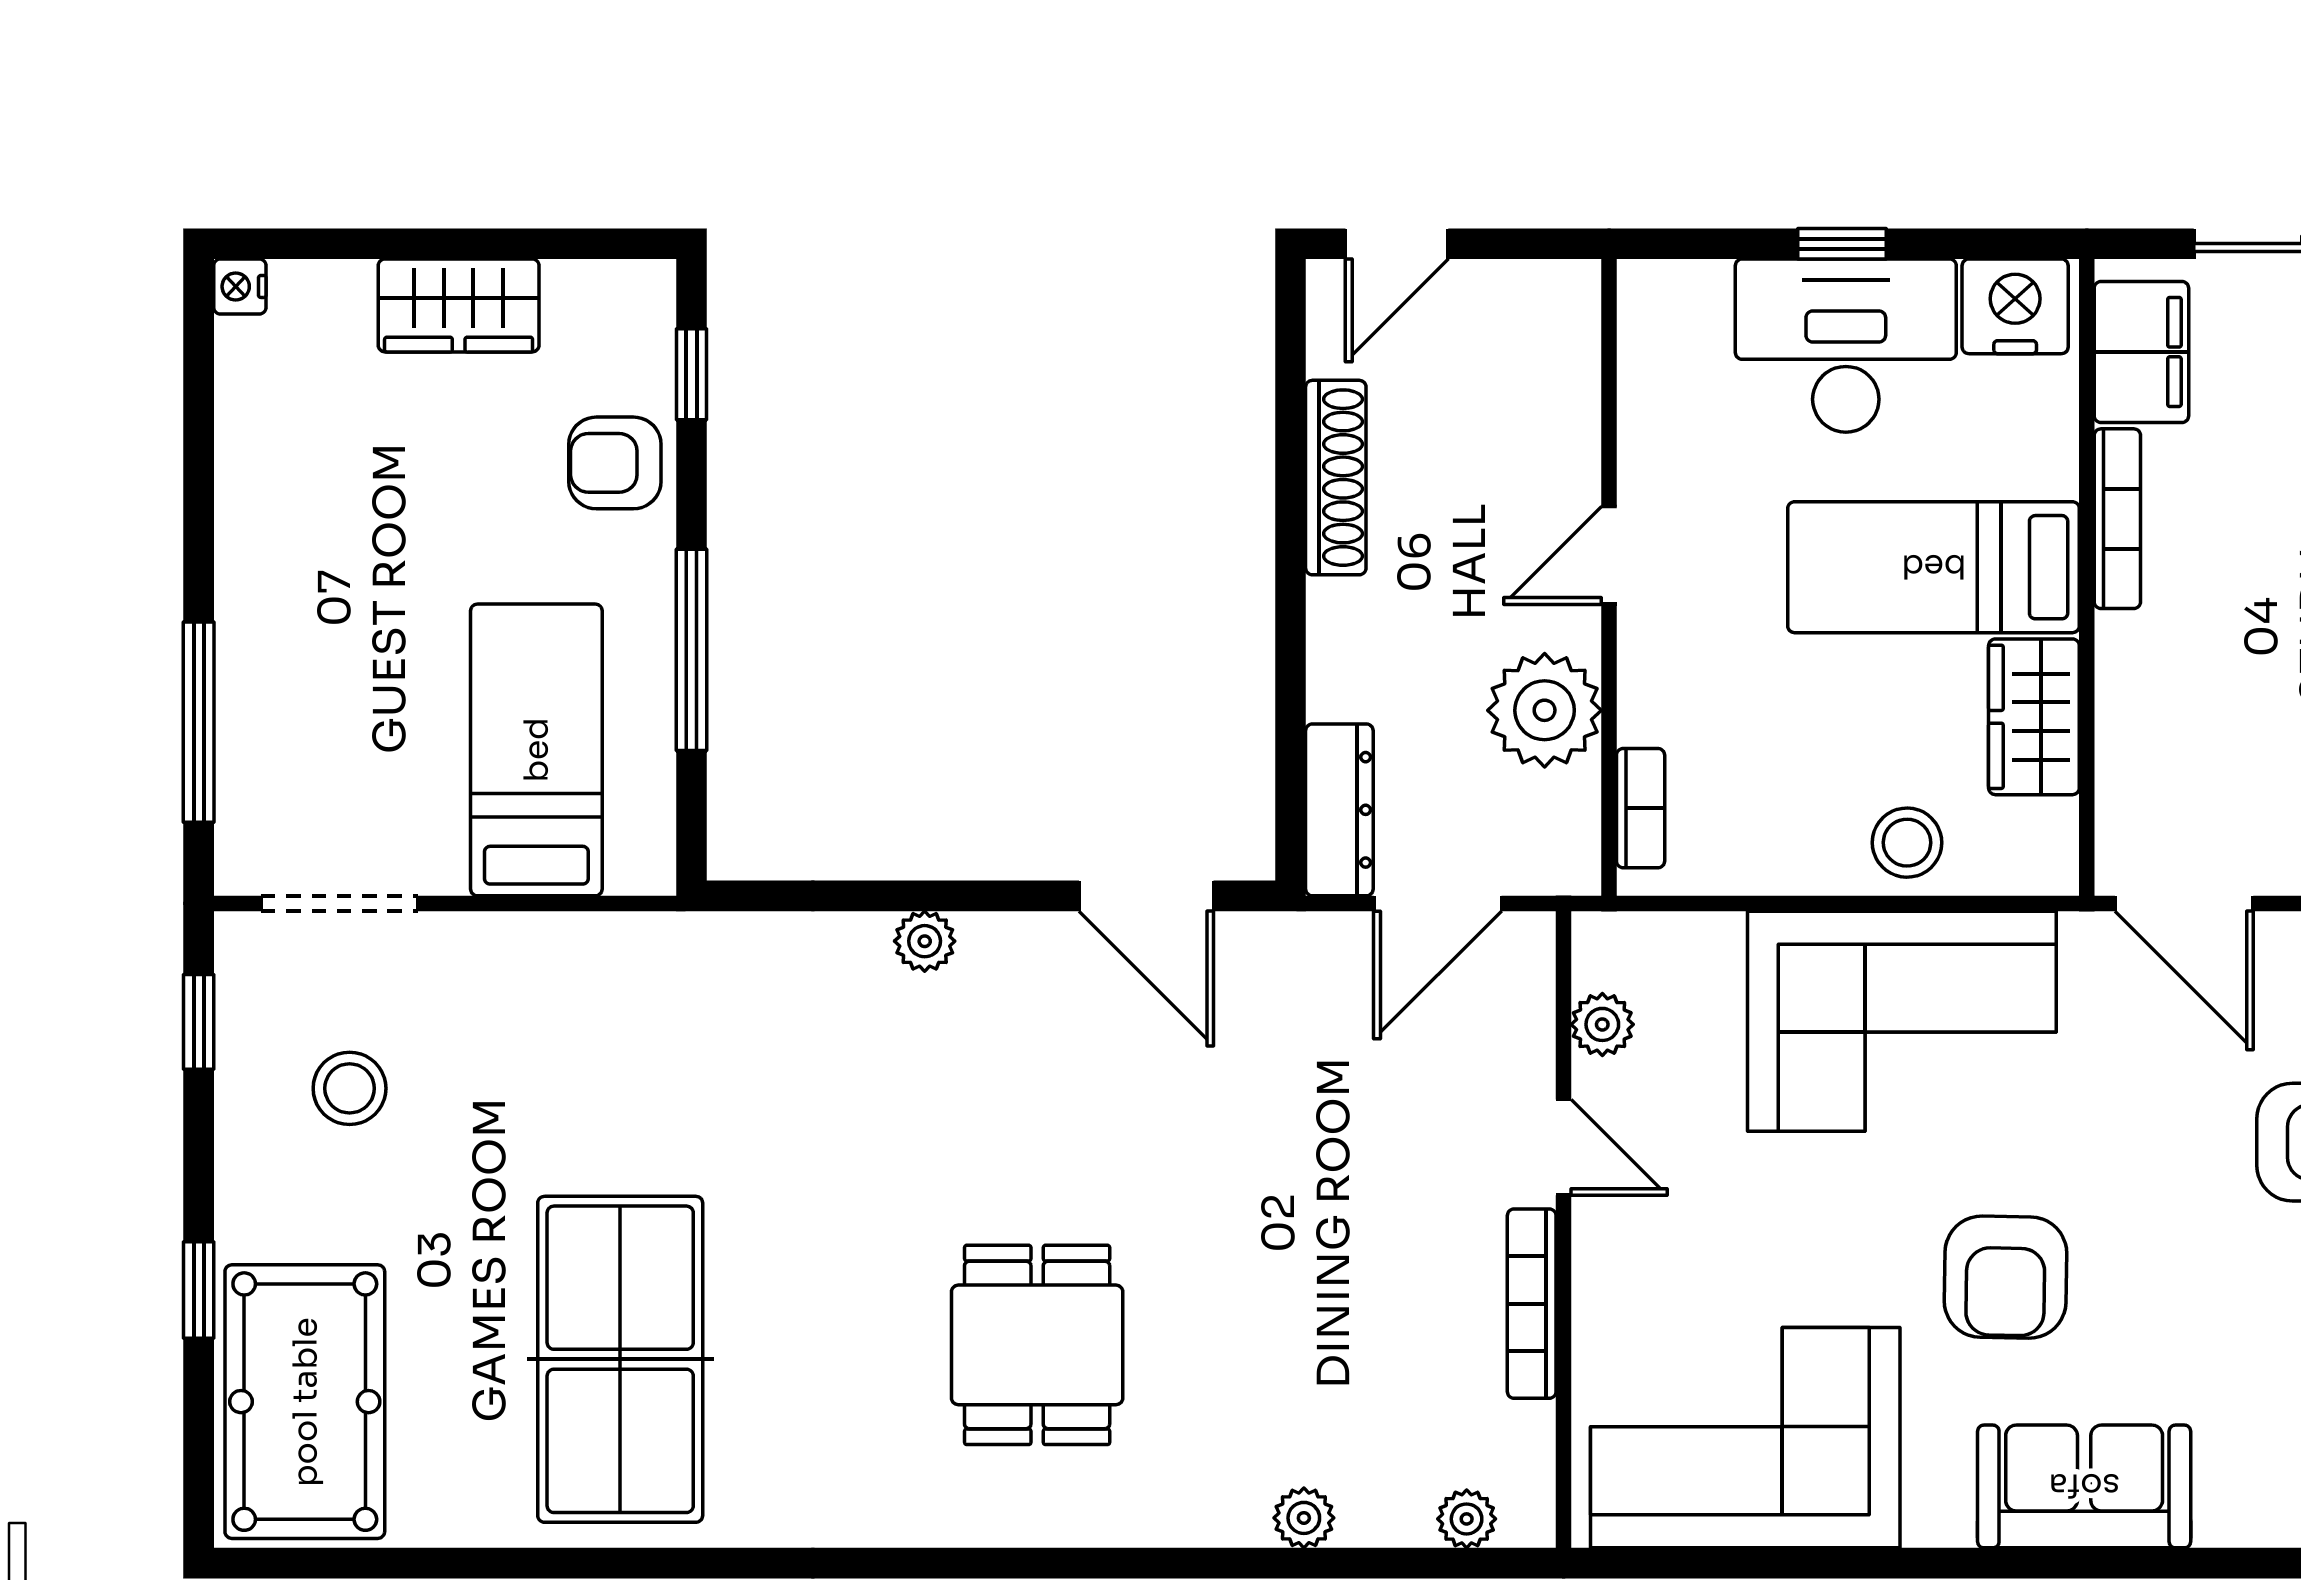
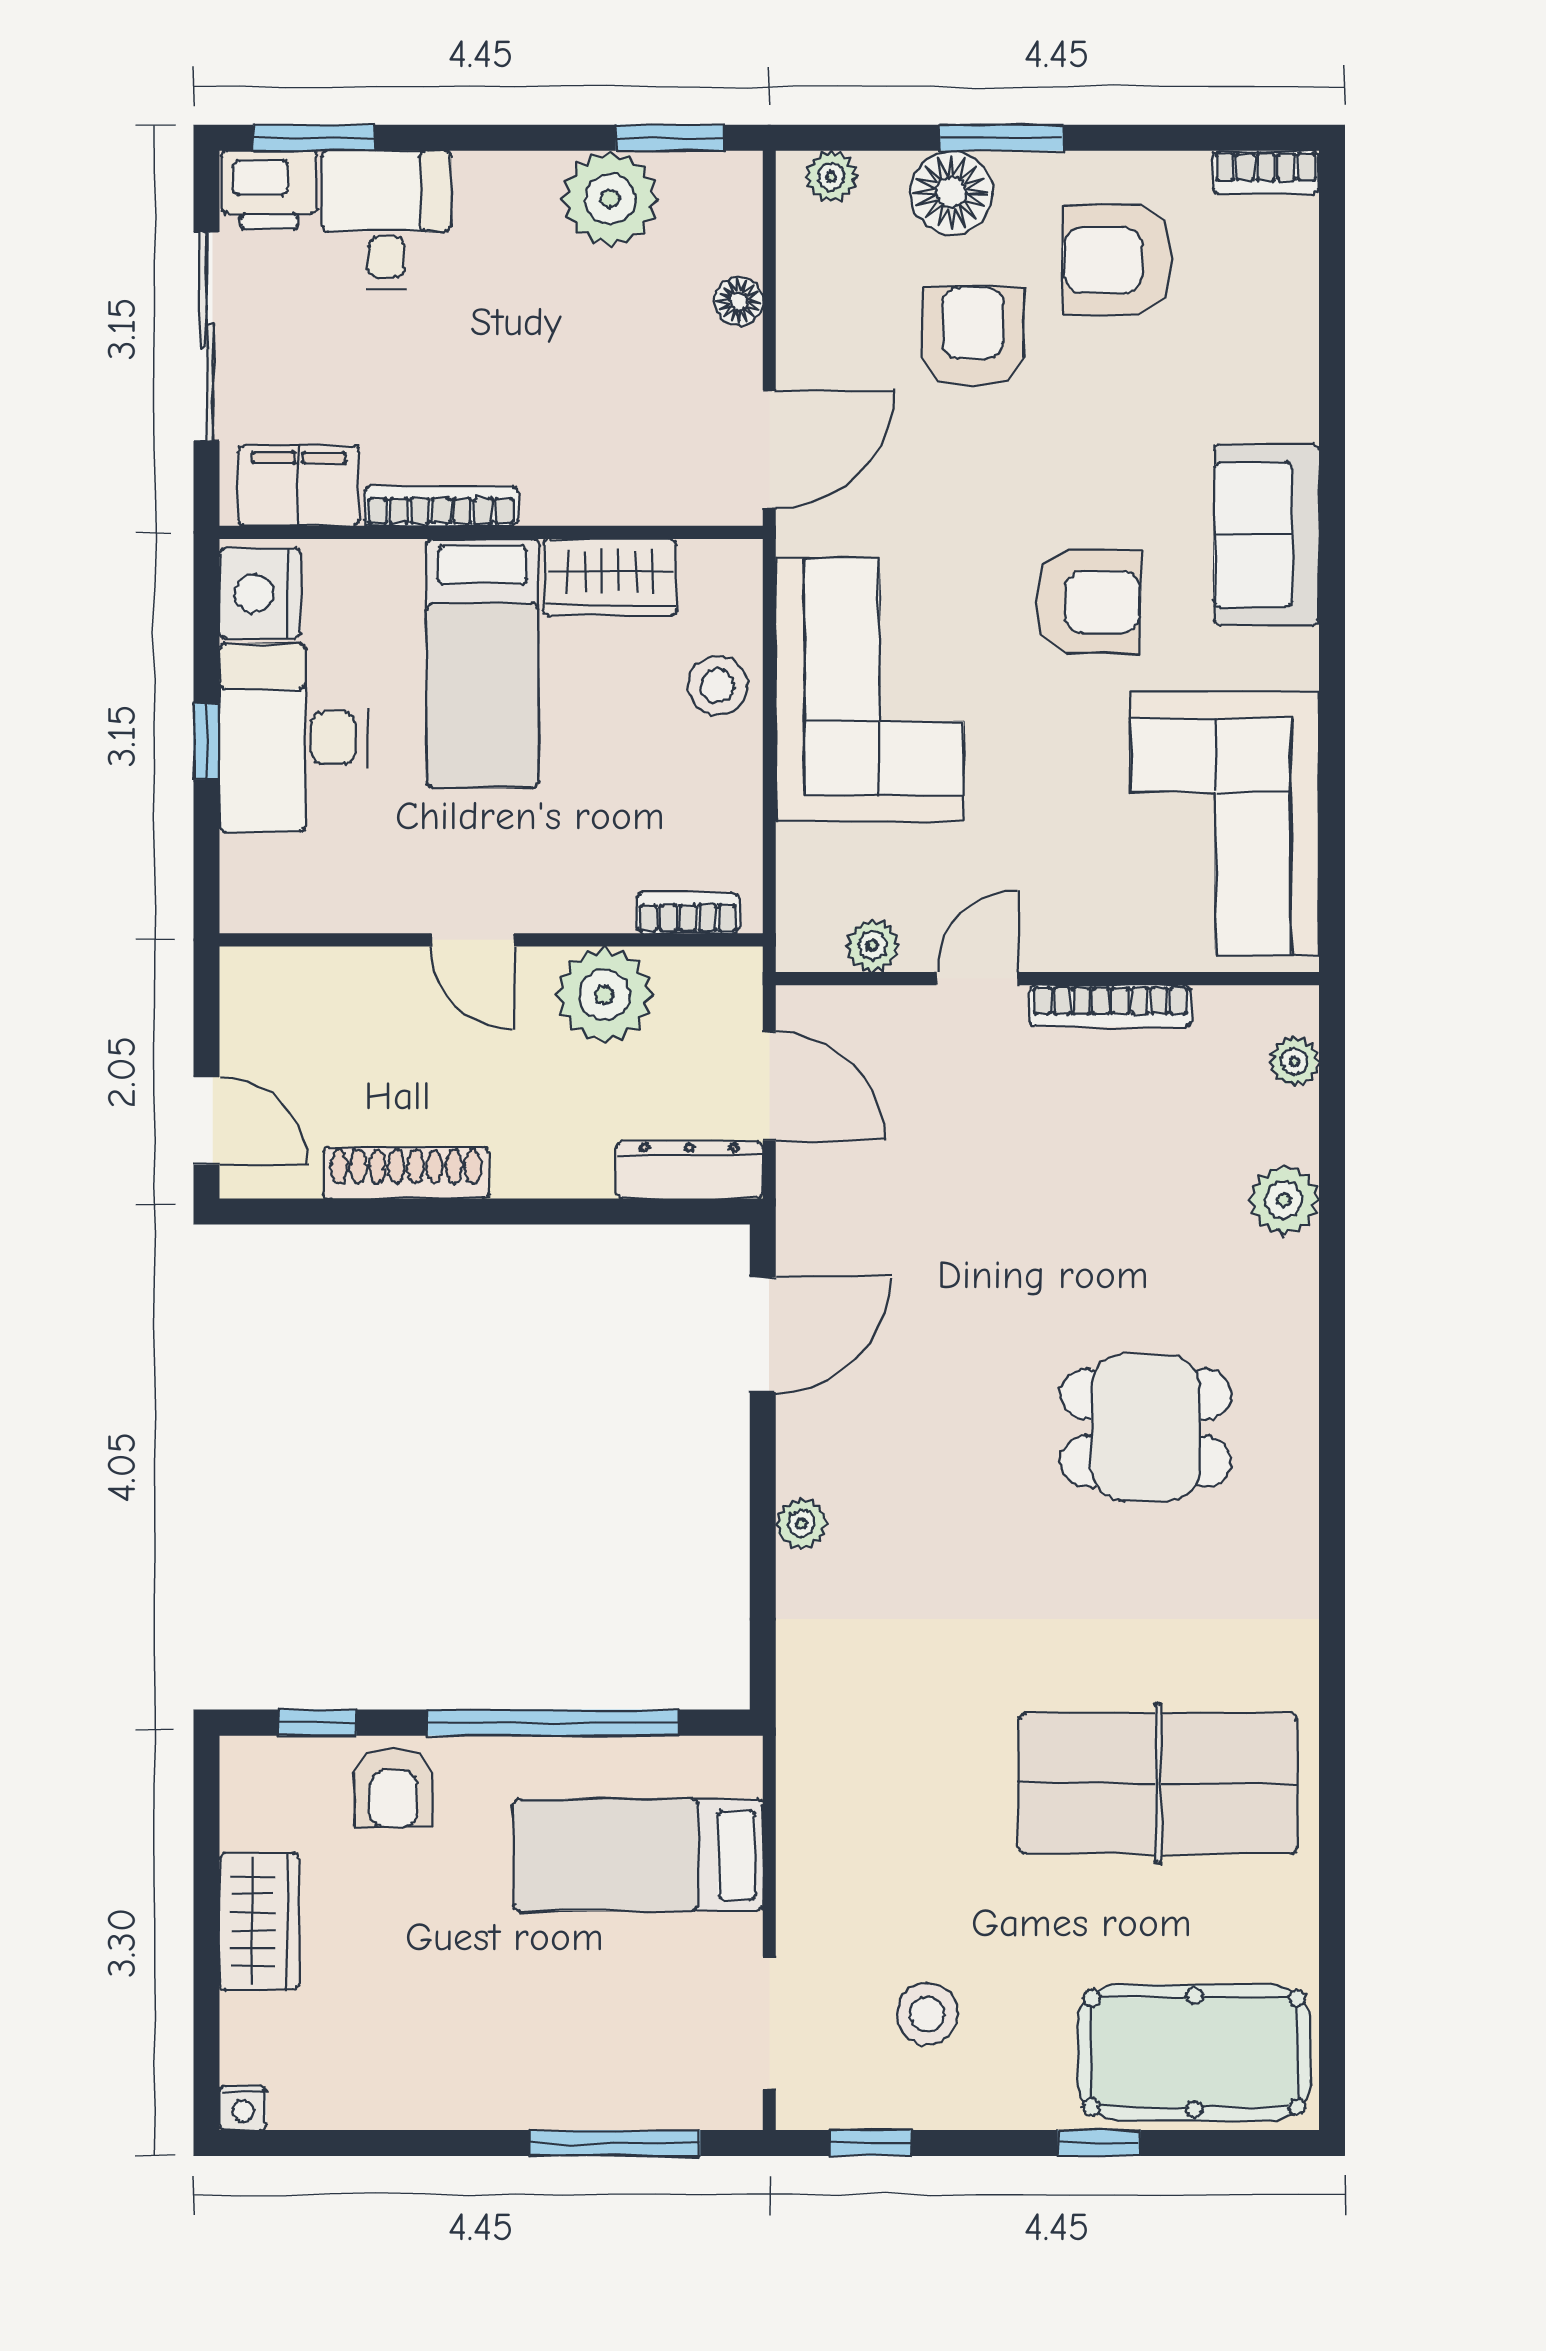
window: (691, 650) -> (553, 1723), width x1.46
plant: (1304, 1518) -> (1284, 1200), width x1.38, depth x1.38

